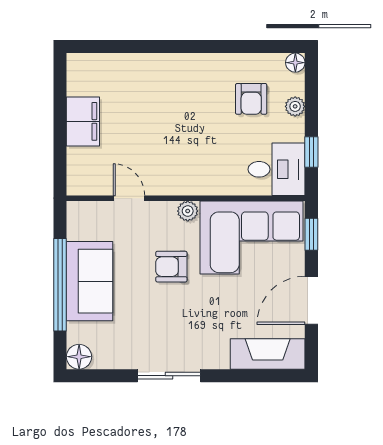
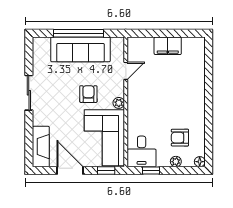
sofa: (90, 281) -> (80, 49), width x1.36
floor lamp: (79, 357) -> (39, 44), removed

